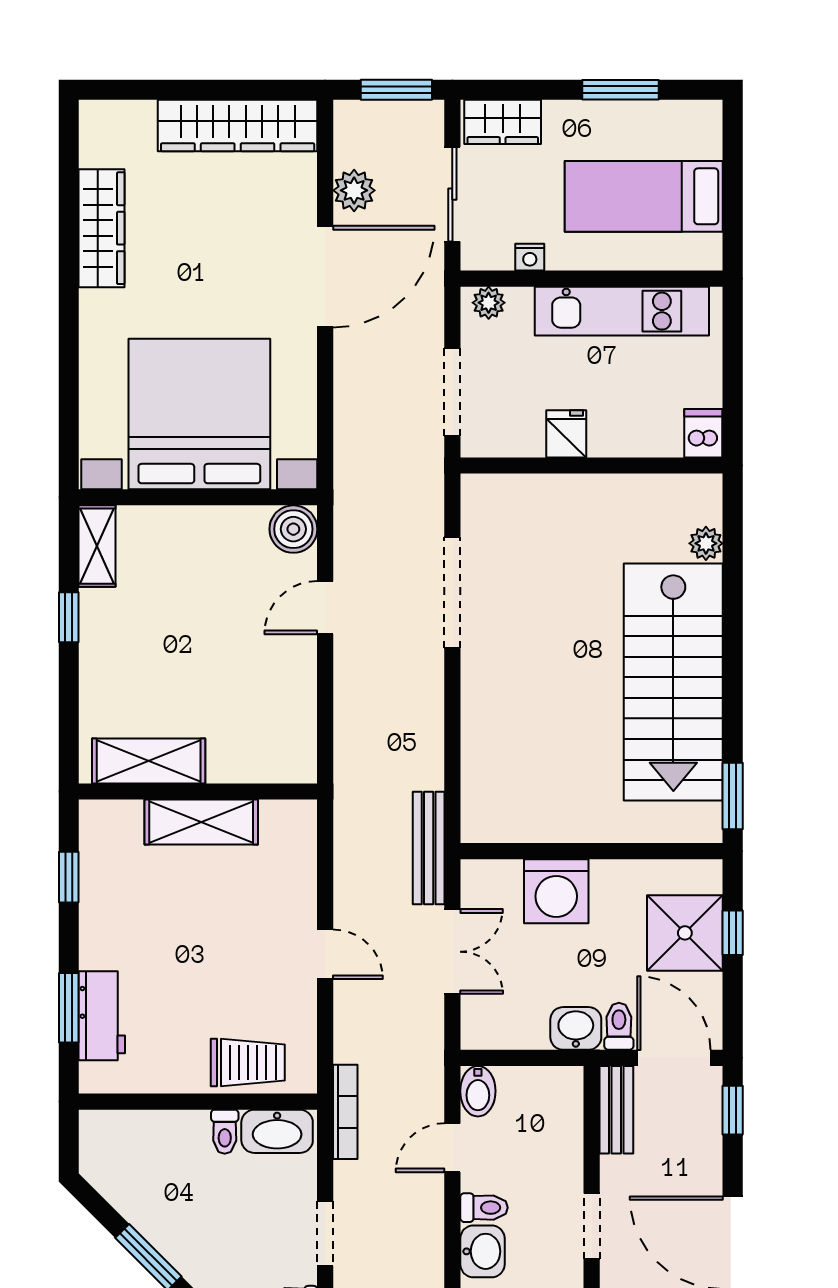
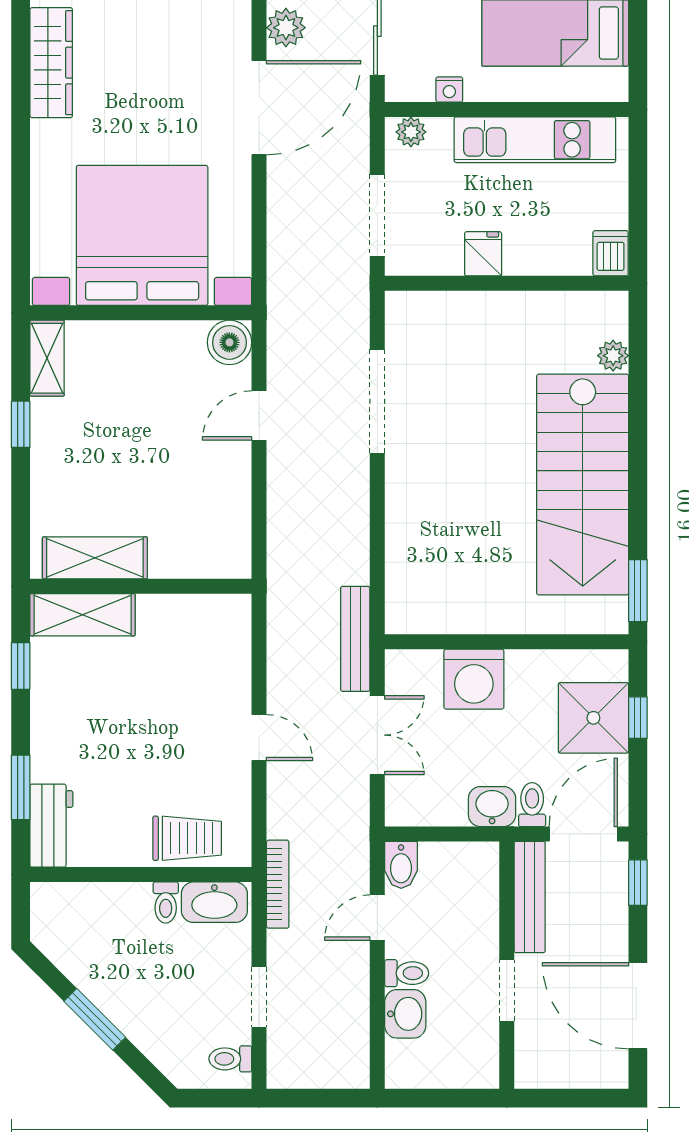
shelving: (201, 822) -> (83, 615), moved
workbench: (102, 1016) -> (51, 826), moved
door: (674, 1058) -> (583, 834), hinge flipped
bench: (616, 1110) -> (530, 897), width x1.36

